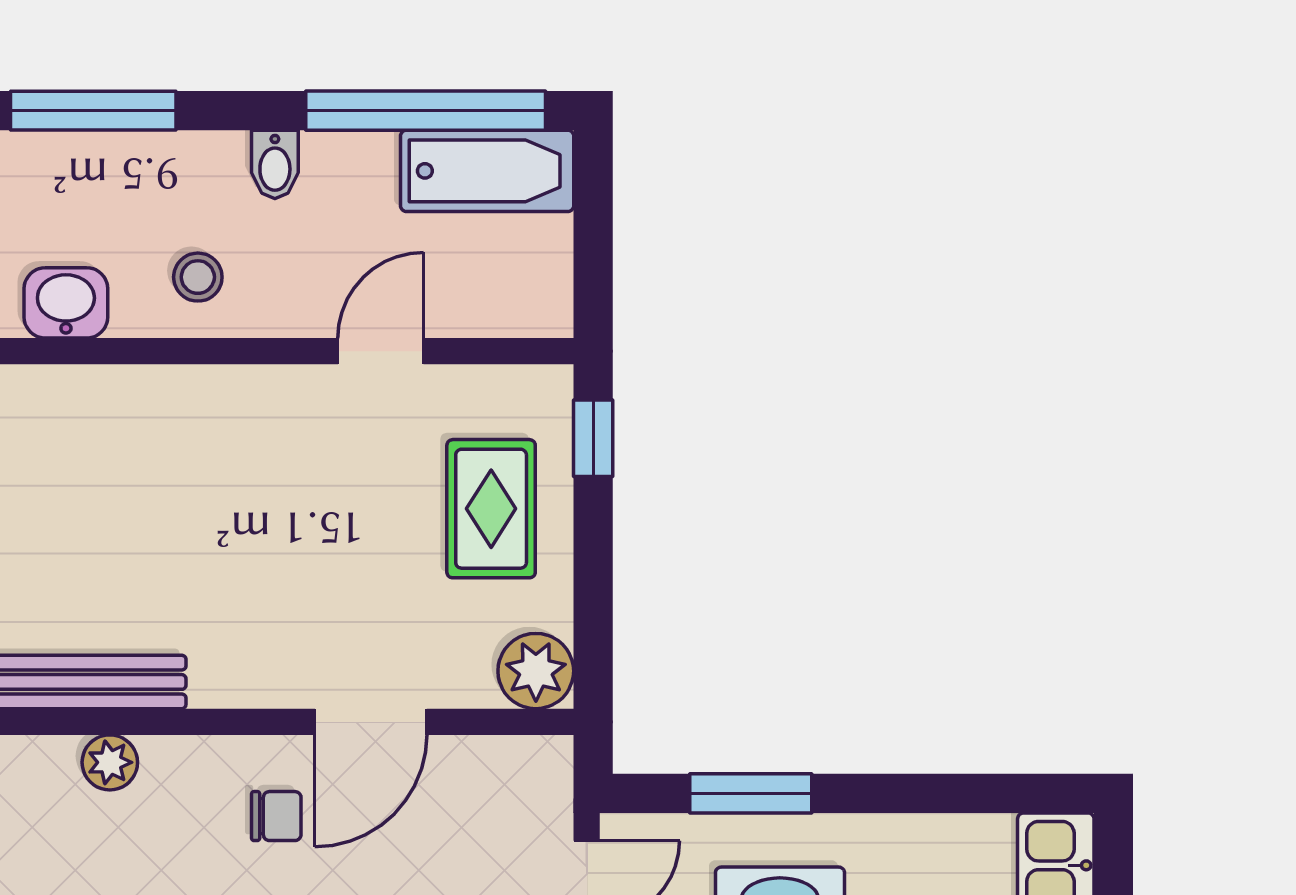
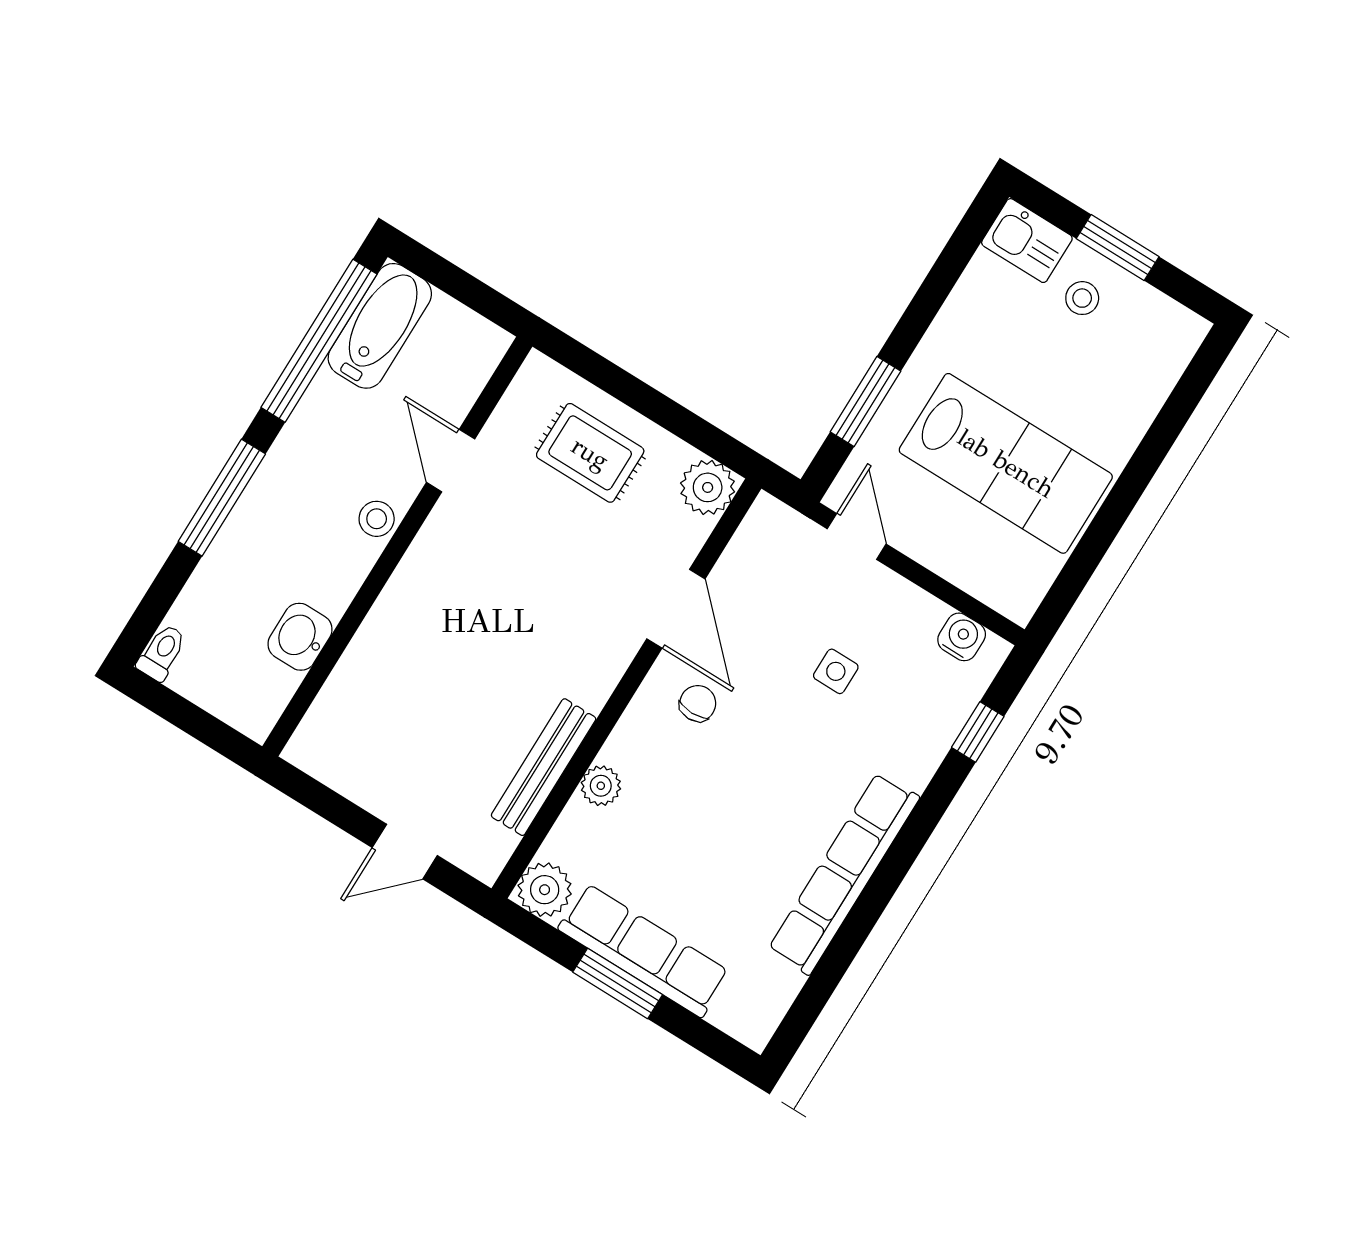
window: (93, 111) -> (222, 498), moved
bidet: (275, 164) -> (294, 455), removed
stool: (198, 277) -> (377, 519), moved
window: (593, 438) -> (586, 363), removed

